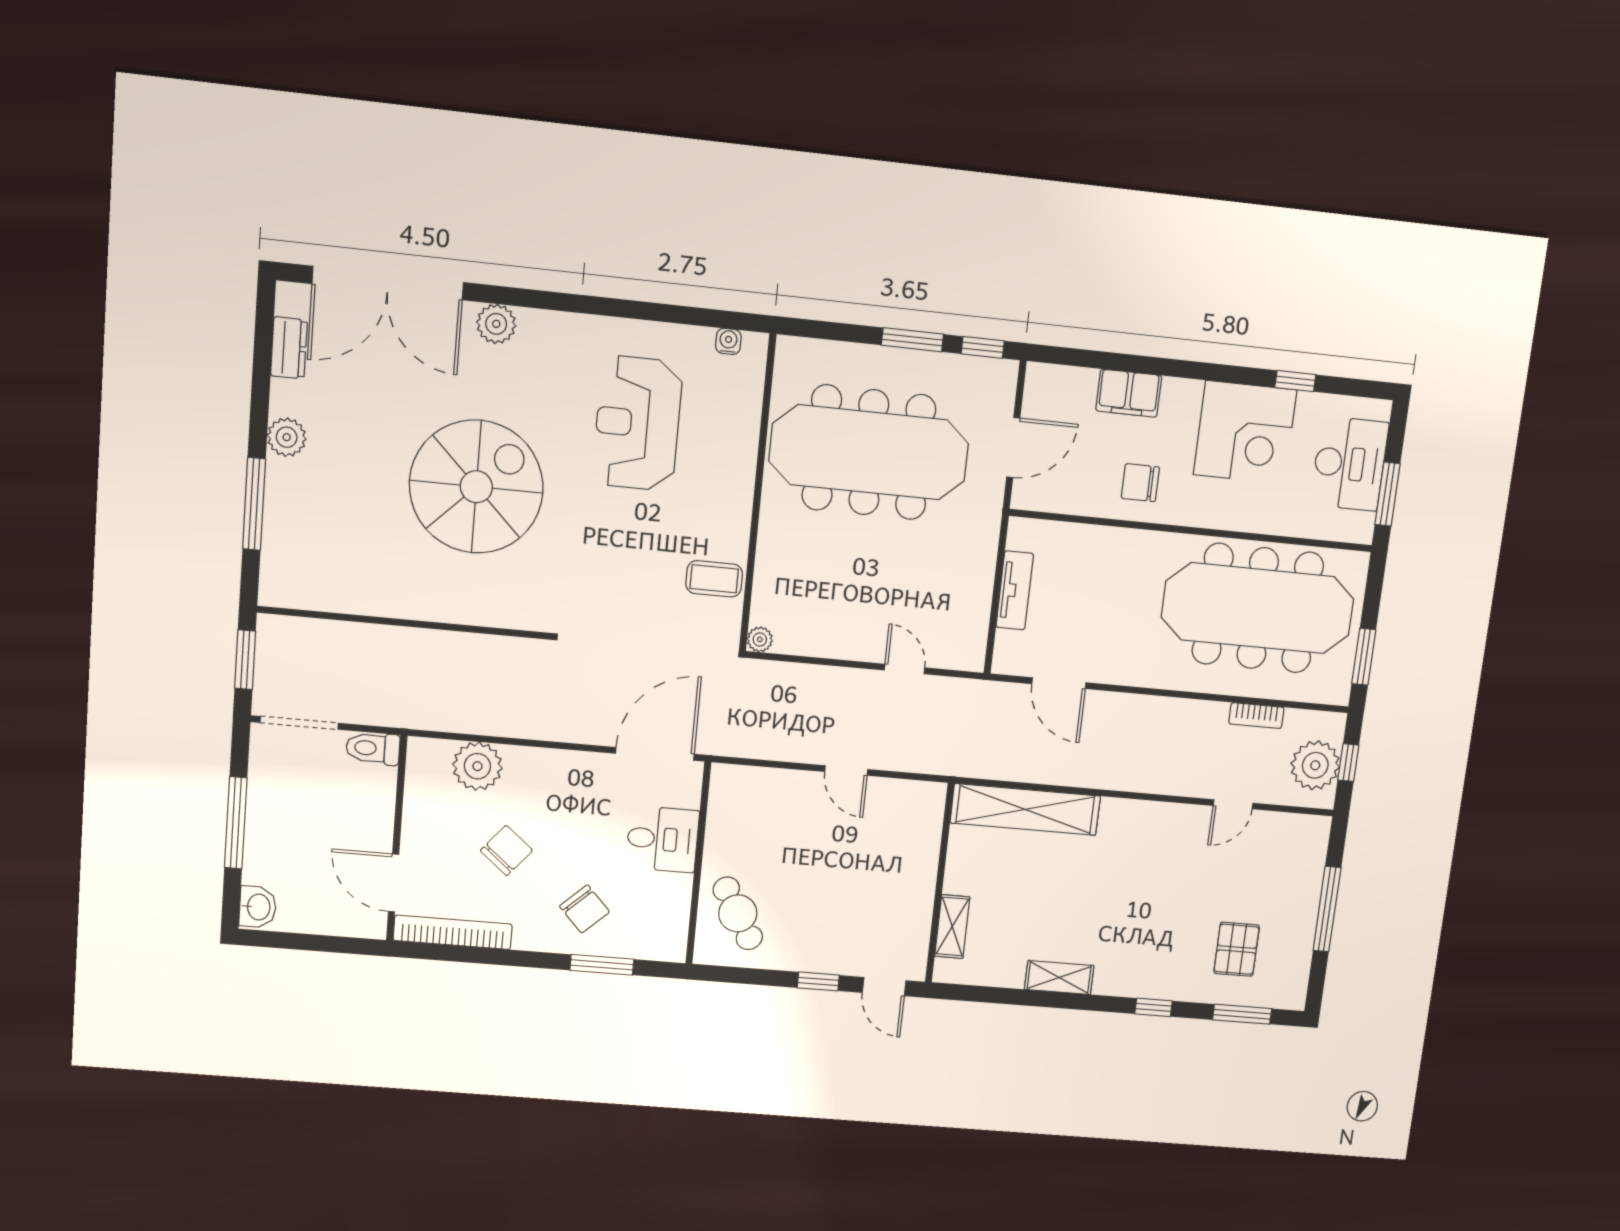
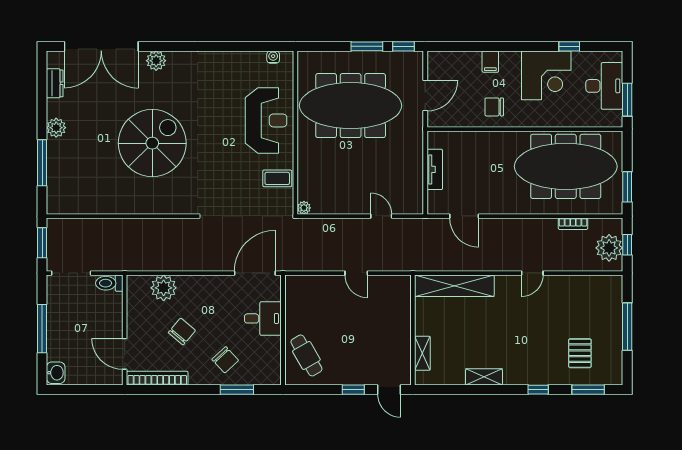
filing cabinet: (1129, 393) -> (490, 62), width x0.50
reception desk: (637, 423) -> (266, 120), moved, turned 180
door: (1233, 804) -> (532, 273), moved

